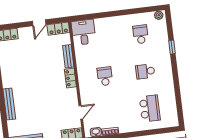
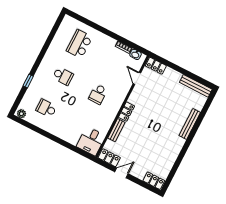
school desk: (141, 34) -> (46, 108), turned 90
door: (81, 112) -> (137, 78), hinge flipped

